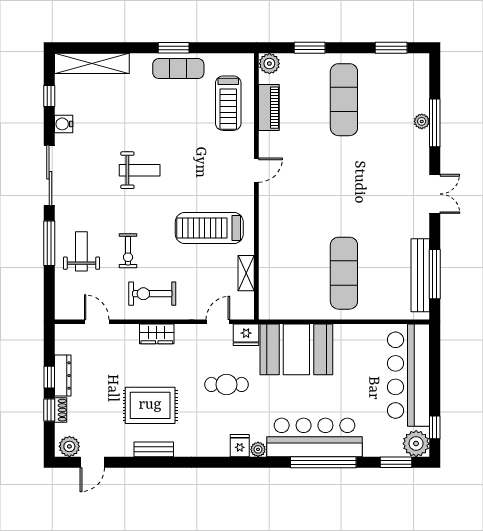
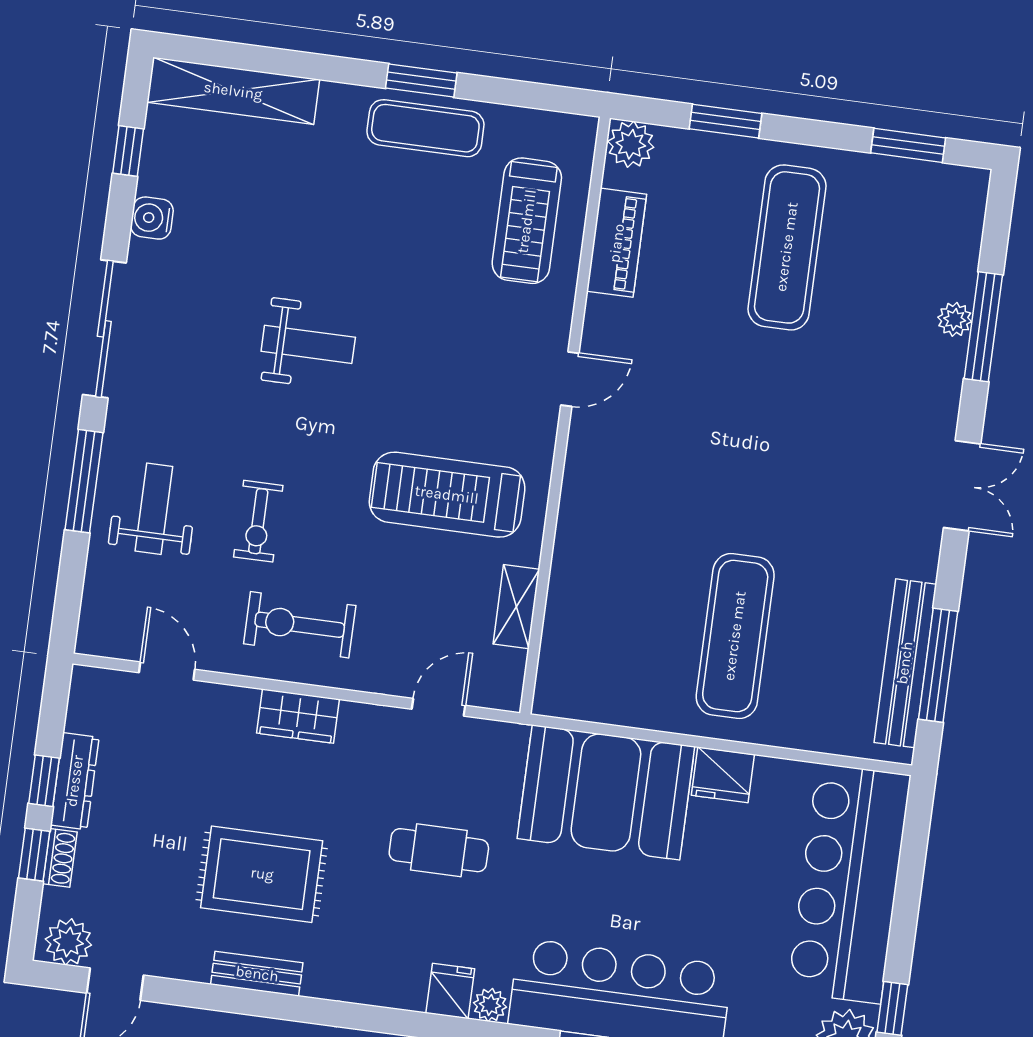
fridge: (246, 335) -> (723, 775), moved

